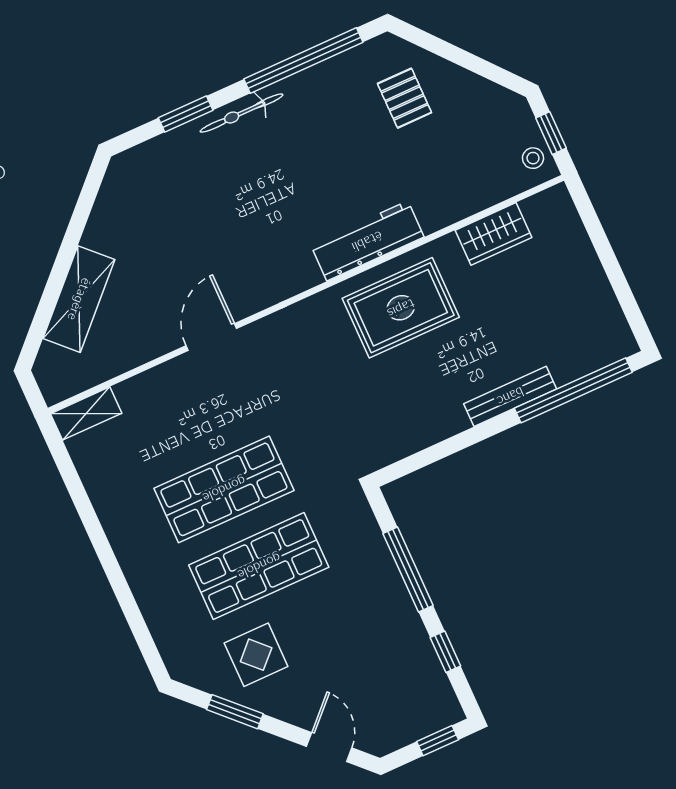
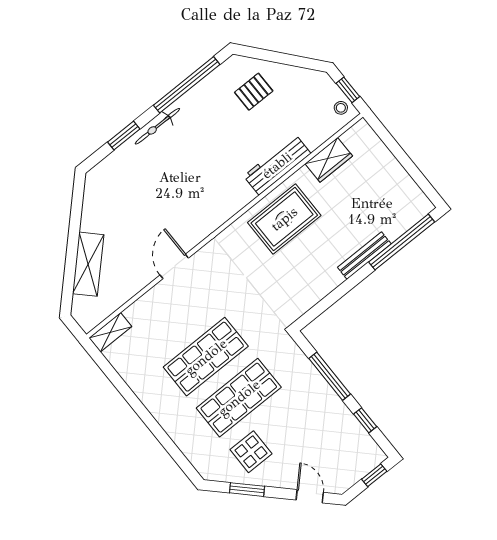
pallet: (404, 98) -> (254, 92), turned 90
workbench: (367, 241) -> (277, 165), moved

